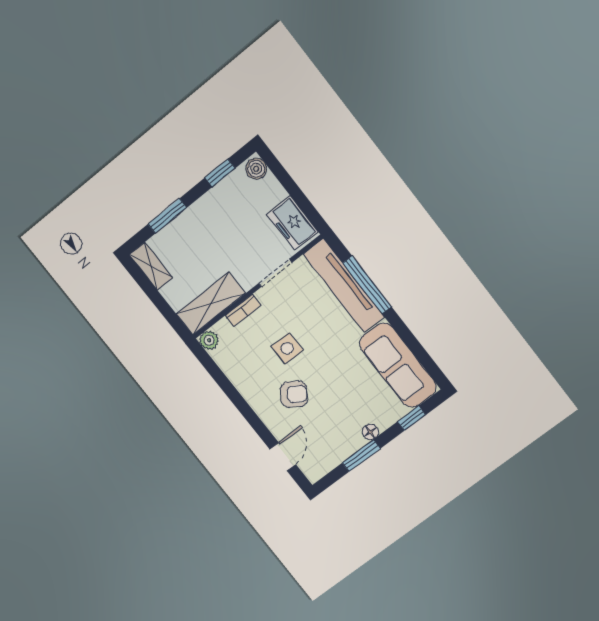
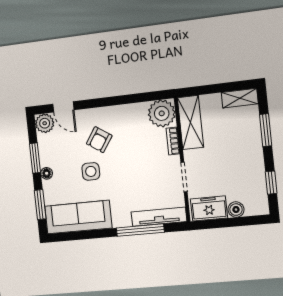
boiler: (256, 169) -> (236, 210), moved
tv unit: (344, 286) -> (159, 217), width x0.73, depth x0.78
plant: (209, 340) -> (162, 113), width x1.88, depth x1.88
side table: (287, 348) -> (91, 171), moved
window: (412, 418) -> (40, 205), width x1.50
plant: (314, 468) -> (45, 123), added

